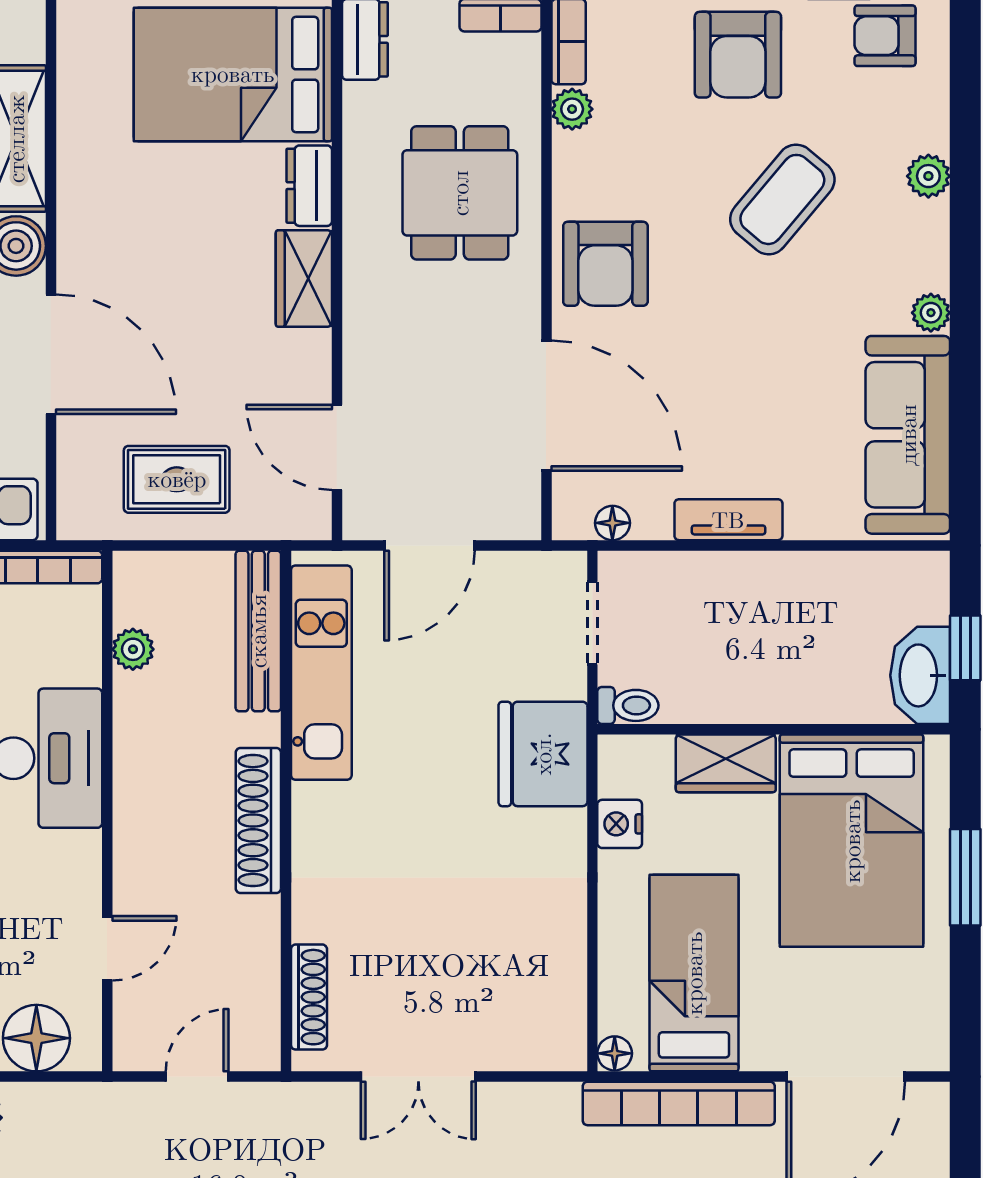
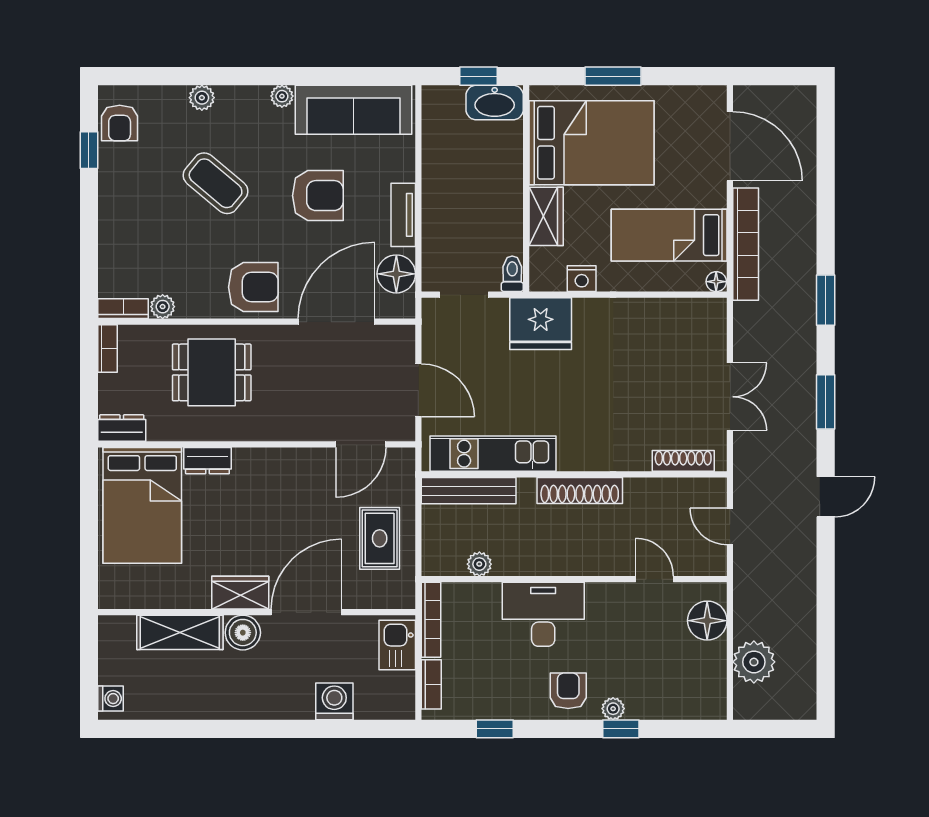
armchair: (738, 55) -> (318, 196), moved
wardrobe: (304, 278) -> (240, 593), moved, turned 180
floor lamp: (612, 523) -> (396, 274), width x1.89, depth x1.89

